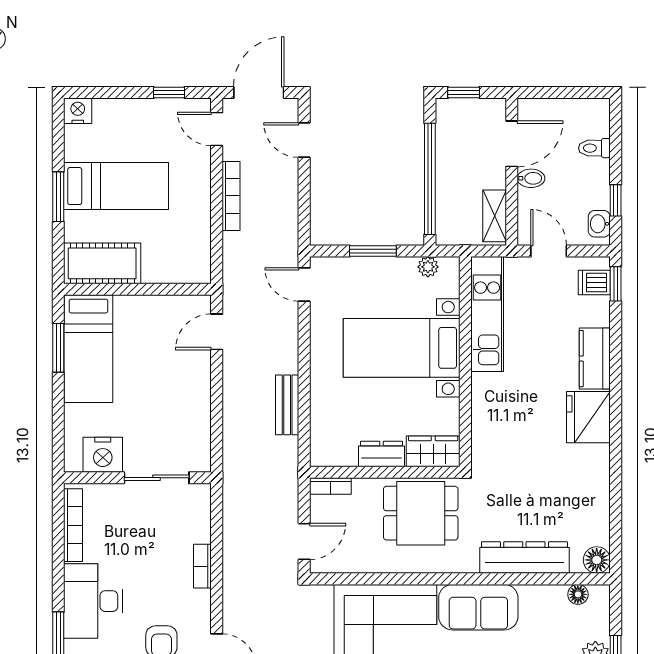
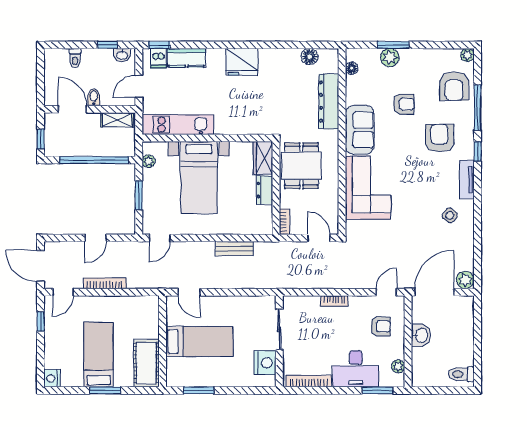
door: (304, 140) -> (95, 238), moved
bed: (88, 349) -> (199, 342), moved
kitchen counter: (595, 359) -> (186, 58), moved
floor lamp: (597, 560) -> (310, 57), moved

